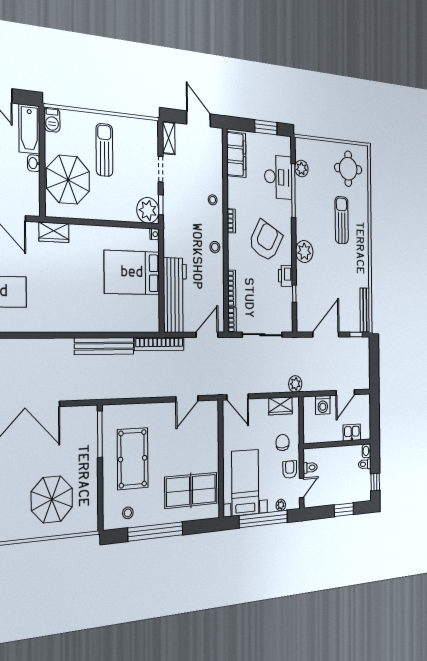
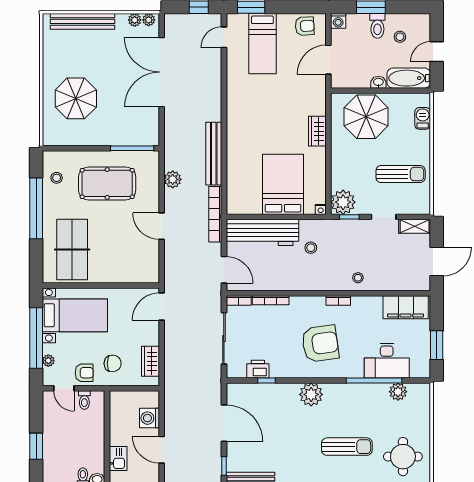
barbecue: (52, 120) -> (423, 118), moved, turned 90
sun lounger: (104, 150) -> (401, 174), moved
wardrobe: (54, 232) -> (317, 131), moved
armchair: (266, 241) -> (320, 344), turned -37
stool: (215, 247) -> (311, 248), moved
printer: (285, 276) -> (258, 369), moved
plant: (295, 384) -> (173, 179), moved
door: (187, 399) -> (162, 226), moved

